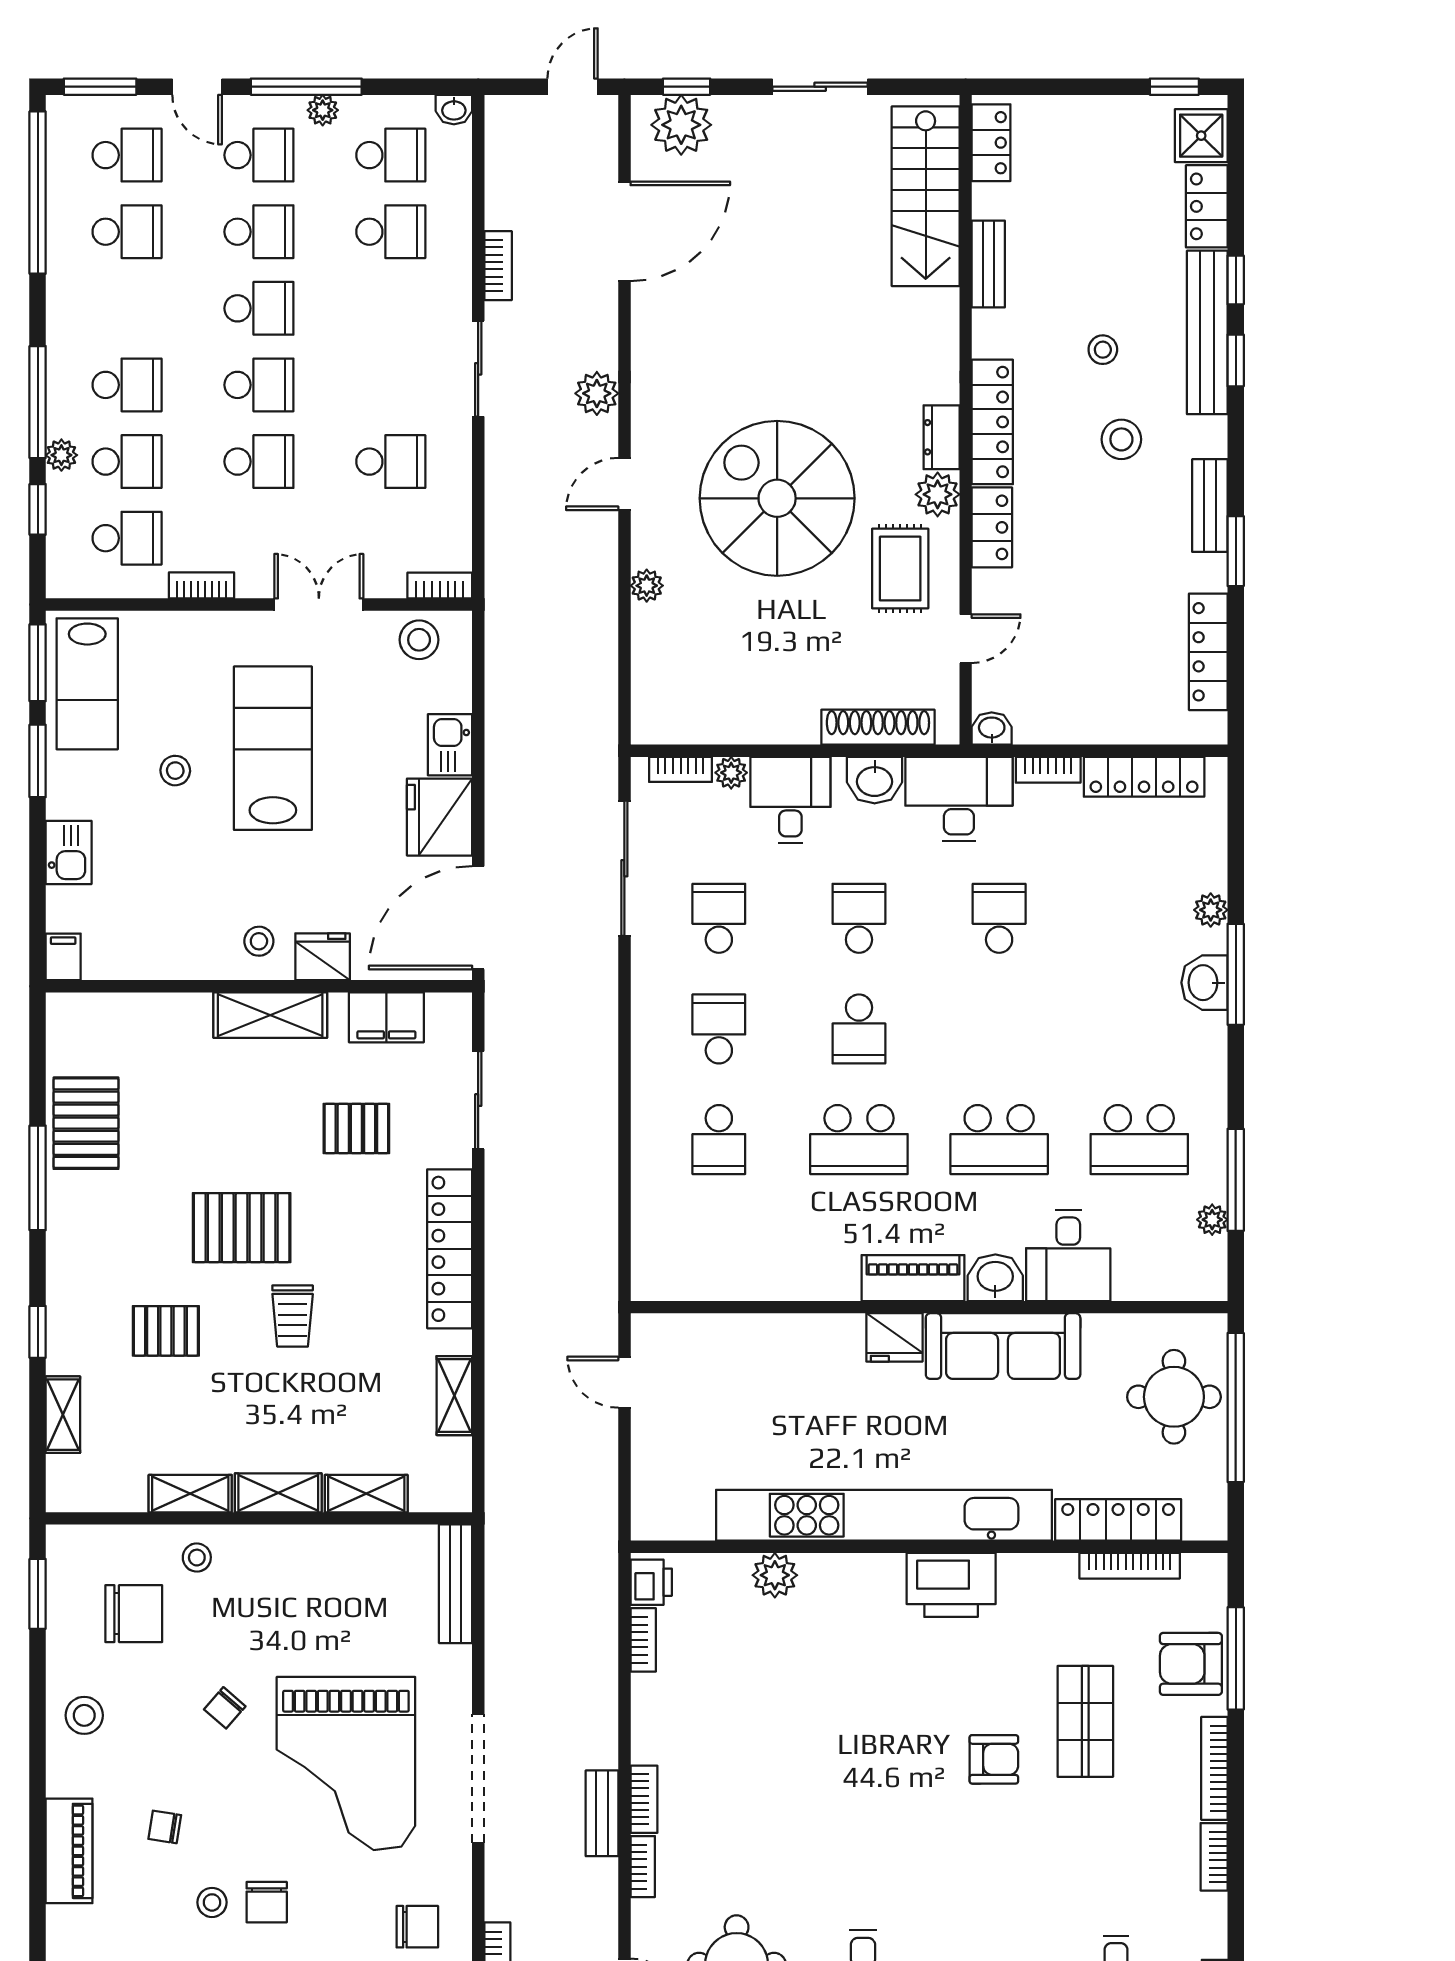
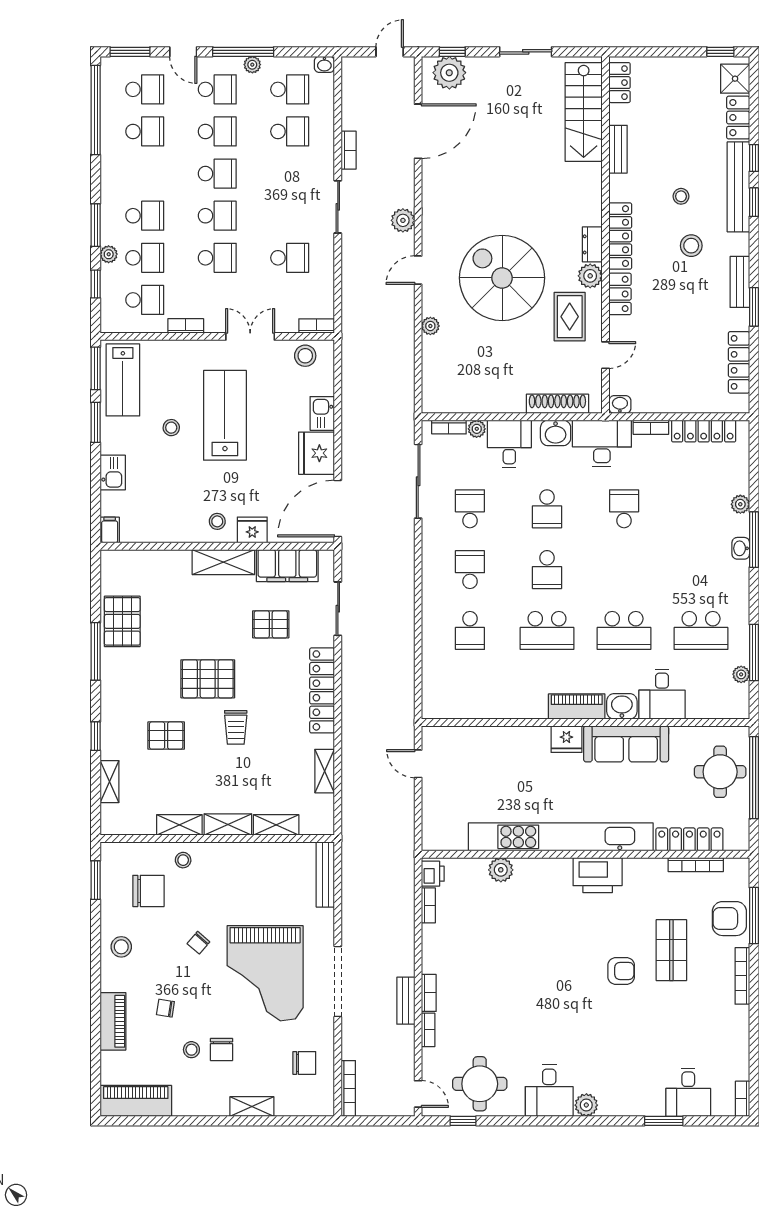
window: (38, 402) -> (96, 225), width x0.69
school desk: (859, 918) -> (547, 509), turned 180
washbasin: (1204, 983) -> (741, 548), width x0.72, depth x0.69
filing cabinet: (386, 1017) -> (287, 566), width x1.50, depth x1.17
bookcase: (1214, 1857) -> (742, 1025), removed

